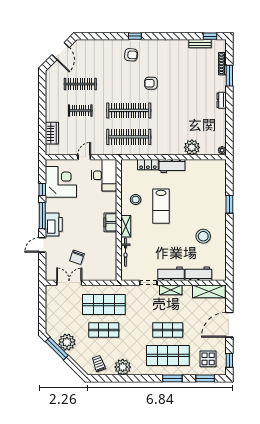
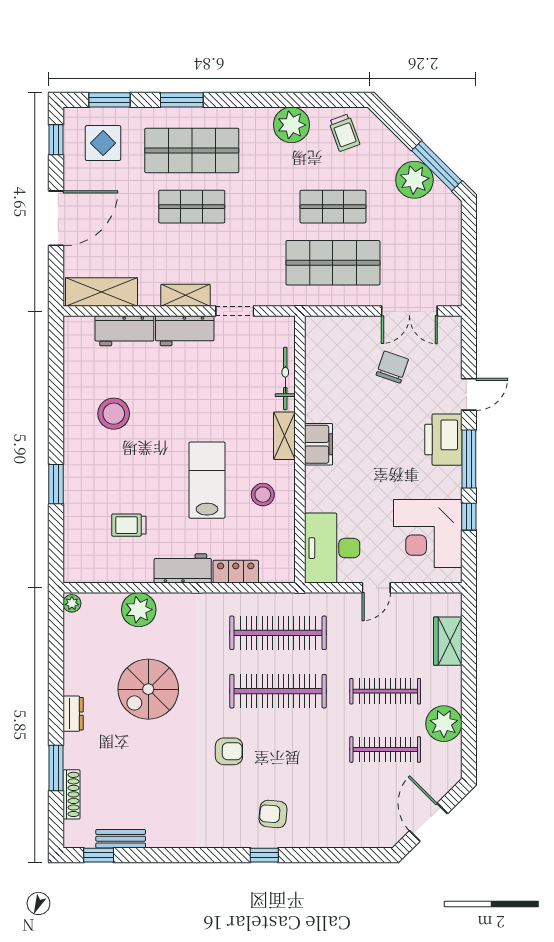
plant: (54, 96) -> (444, 724), added
clothes rail: (80, 110) -> (385, 691), width x1.36
spiral stairs: (188, 111) -> (148, 689), added
trolley: (196, 186) -> (129, 525), added

